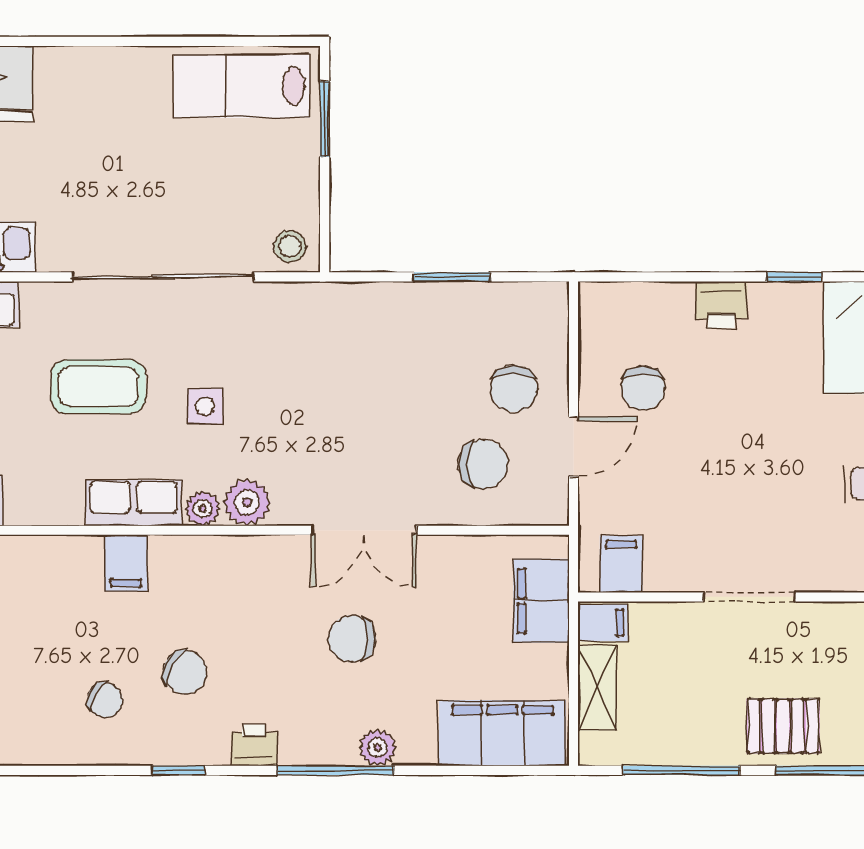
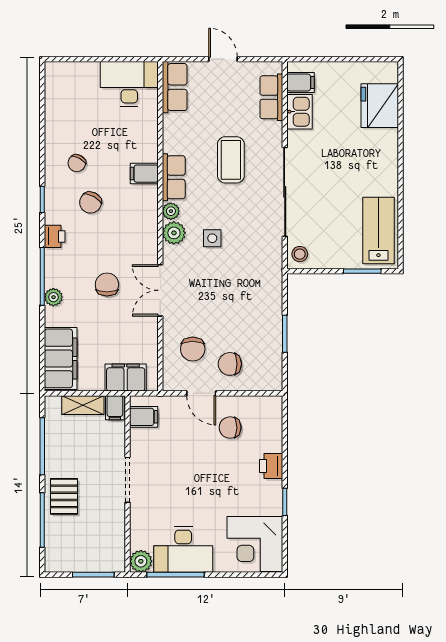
side table: (205, 406) -> (212, 238), moved

